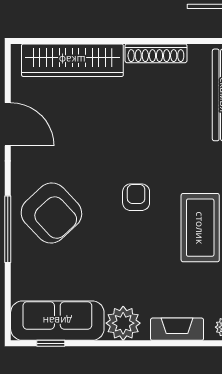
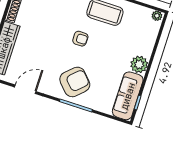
armchair: (136, 197) -> (80, 39), turned 180
fireplace: (177, 329) -> (150, 39), removed

